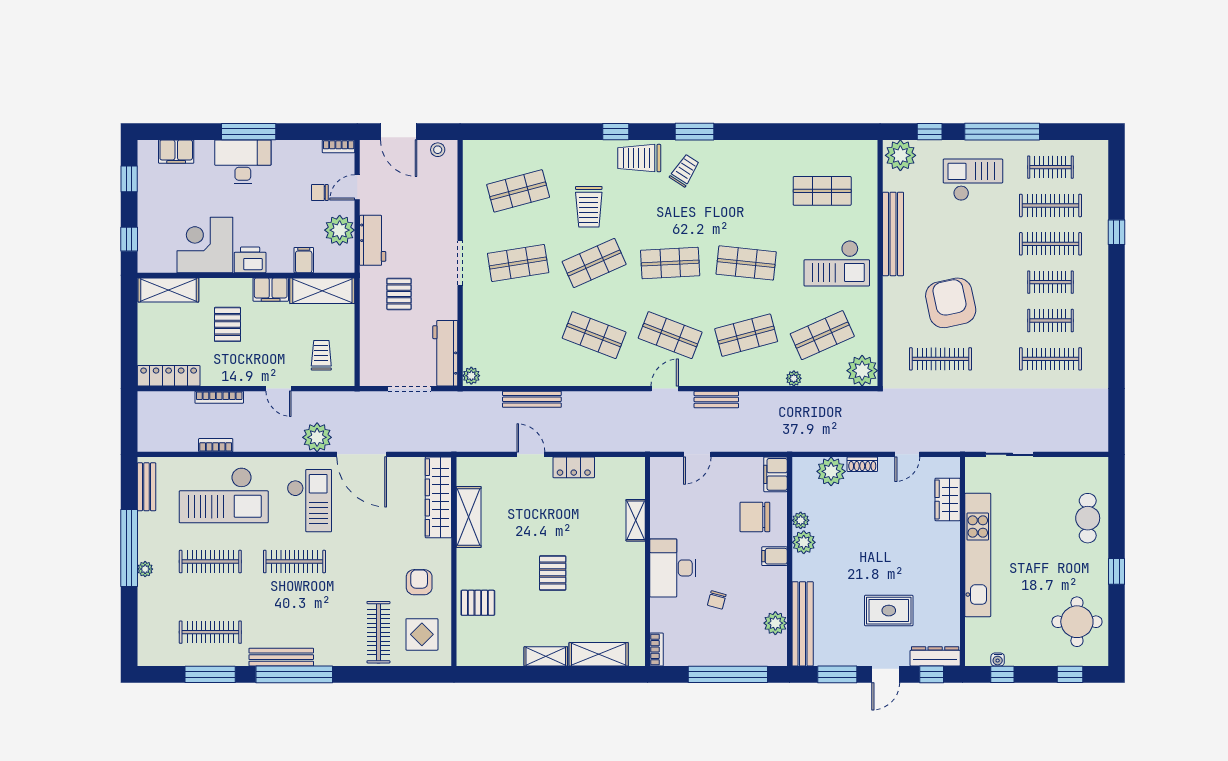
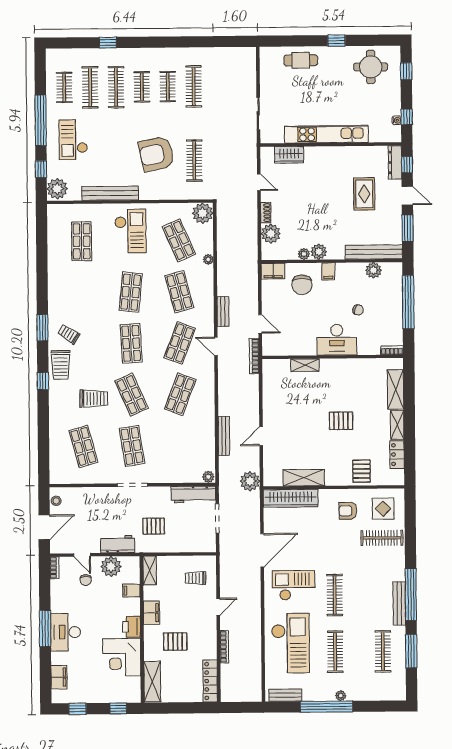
shelving: (322, 291) -> (150, 571), width x0.67, depth x0.75
plant: (317, 437) -> (250, 481), moved
bookcase: (216, 445) -> (254, 356), moved, width x1.56
locker: (574, 467) -> (397, 455), moved, turned 180

